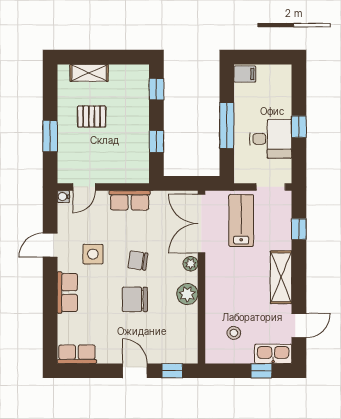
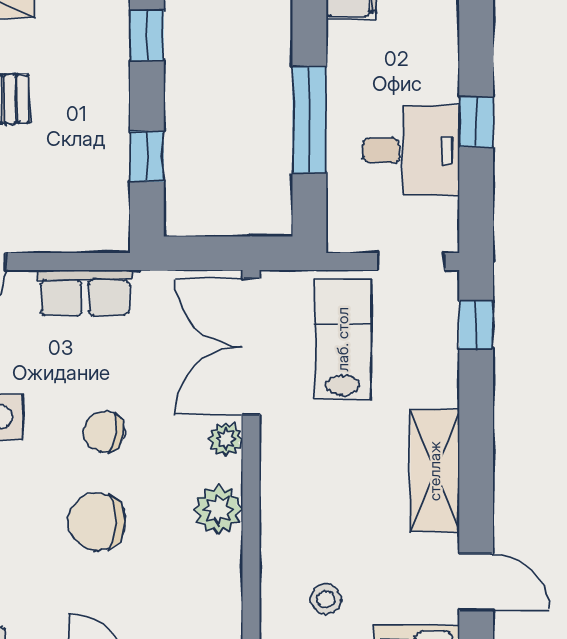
window: (299, 229) -> (476, 325), moved
door: (299, 325) -> (476, 582), hinge flipped

